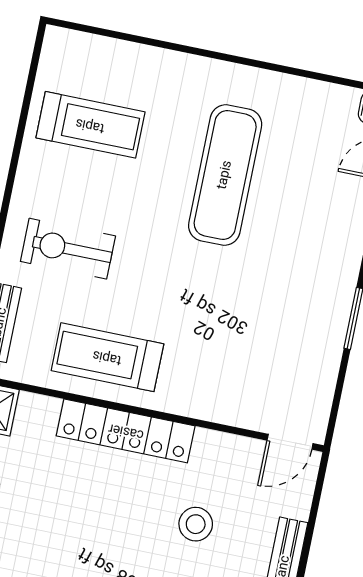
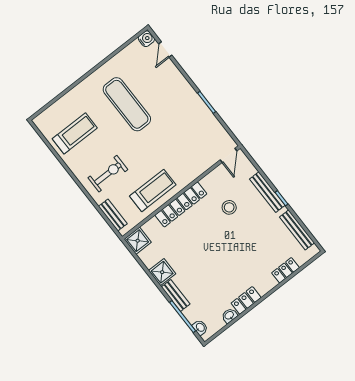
exercise bike: (68, 249) -> (108, 174), turned 180
treadmill: (107, 357) -> (153, 190), turned 180

